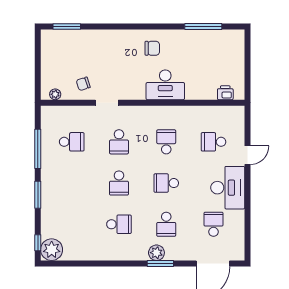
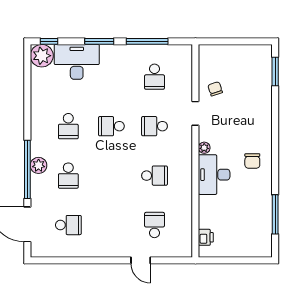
plant: (55, 94) -> (204, 148), moved
school desk: (166, 183) -> (111, 176), removed
desk: (228, 188) -> (77, 62), moved, turned 180
school desk: (166, 224) -> (68, 176), turned -90
window: (160, 263) -> (27, 169), width x2.11

